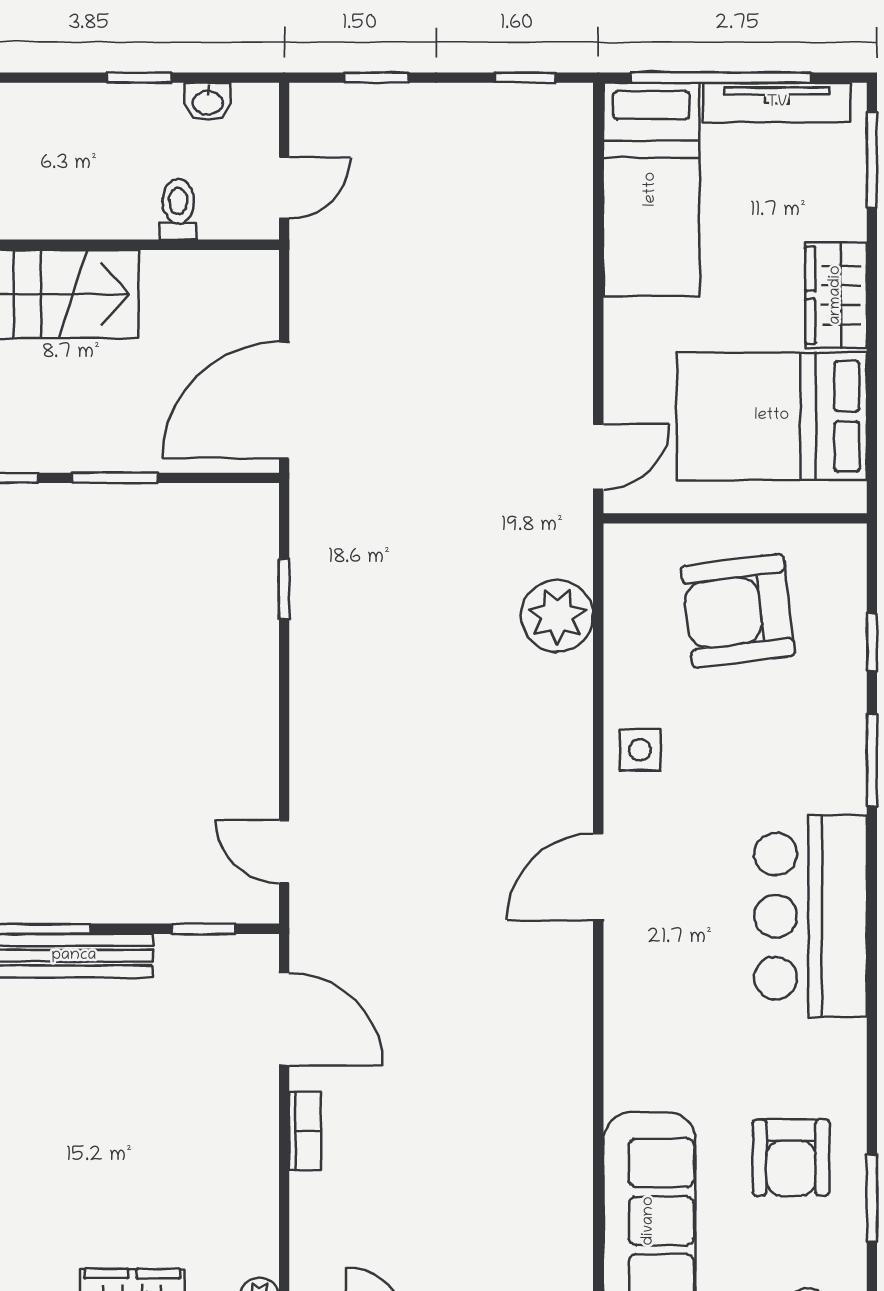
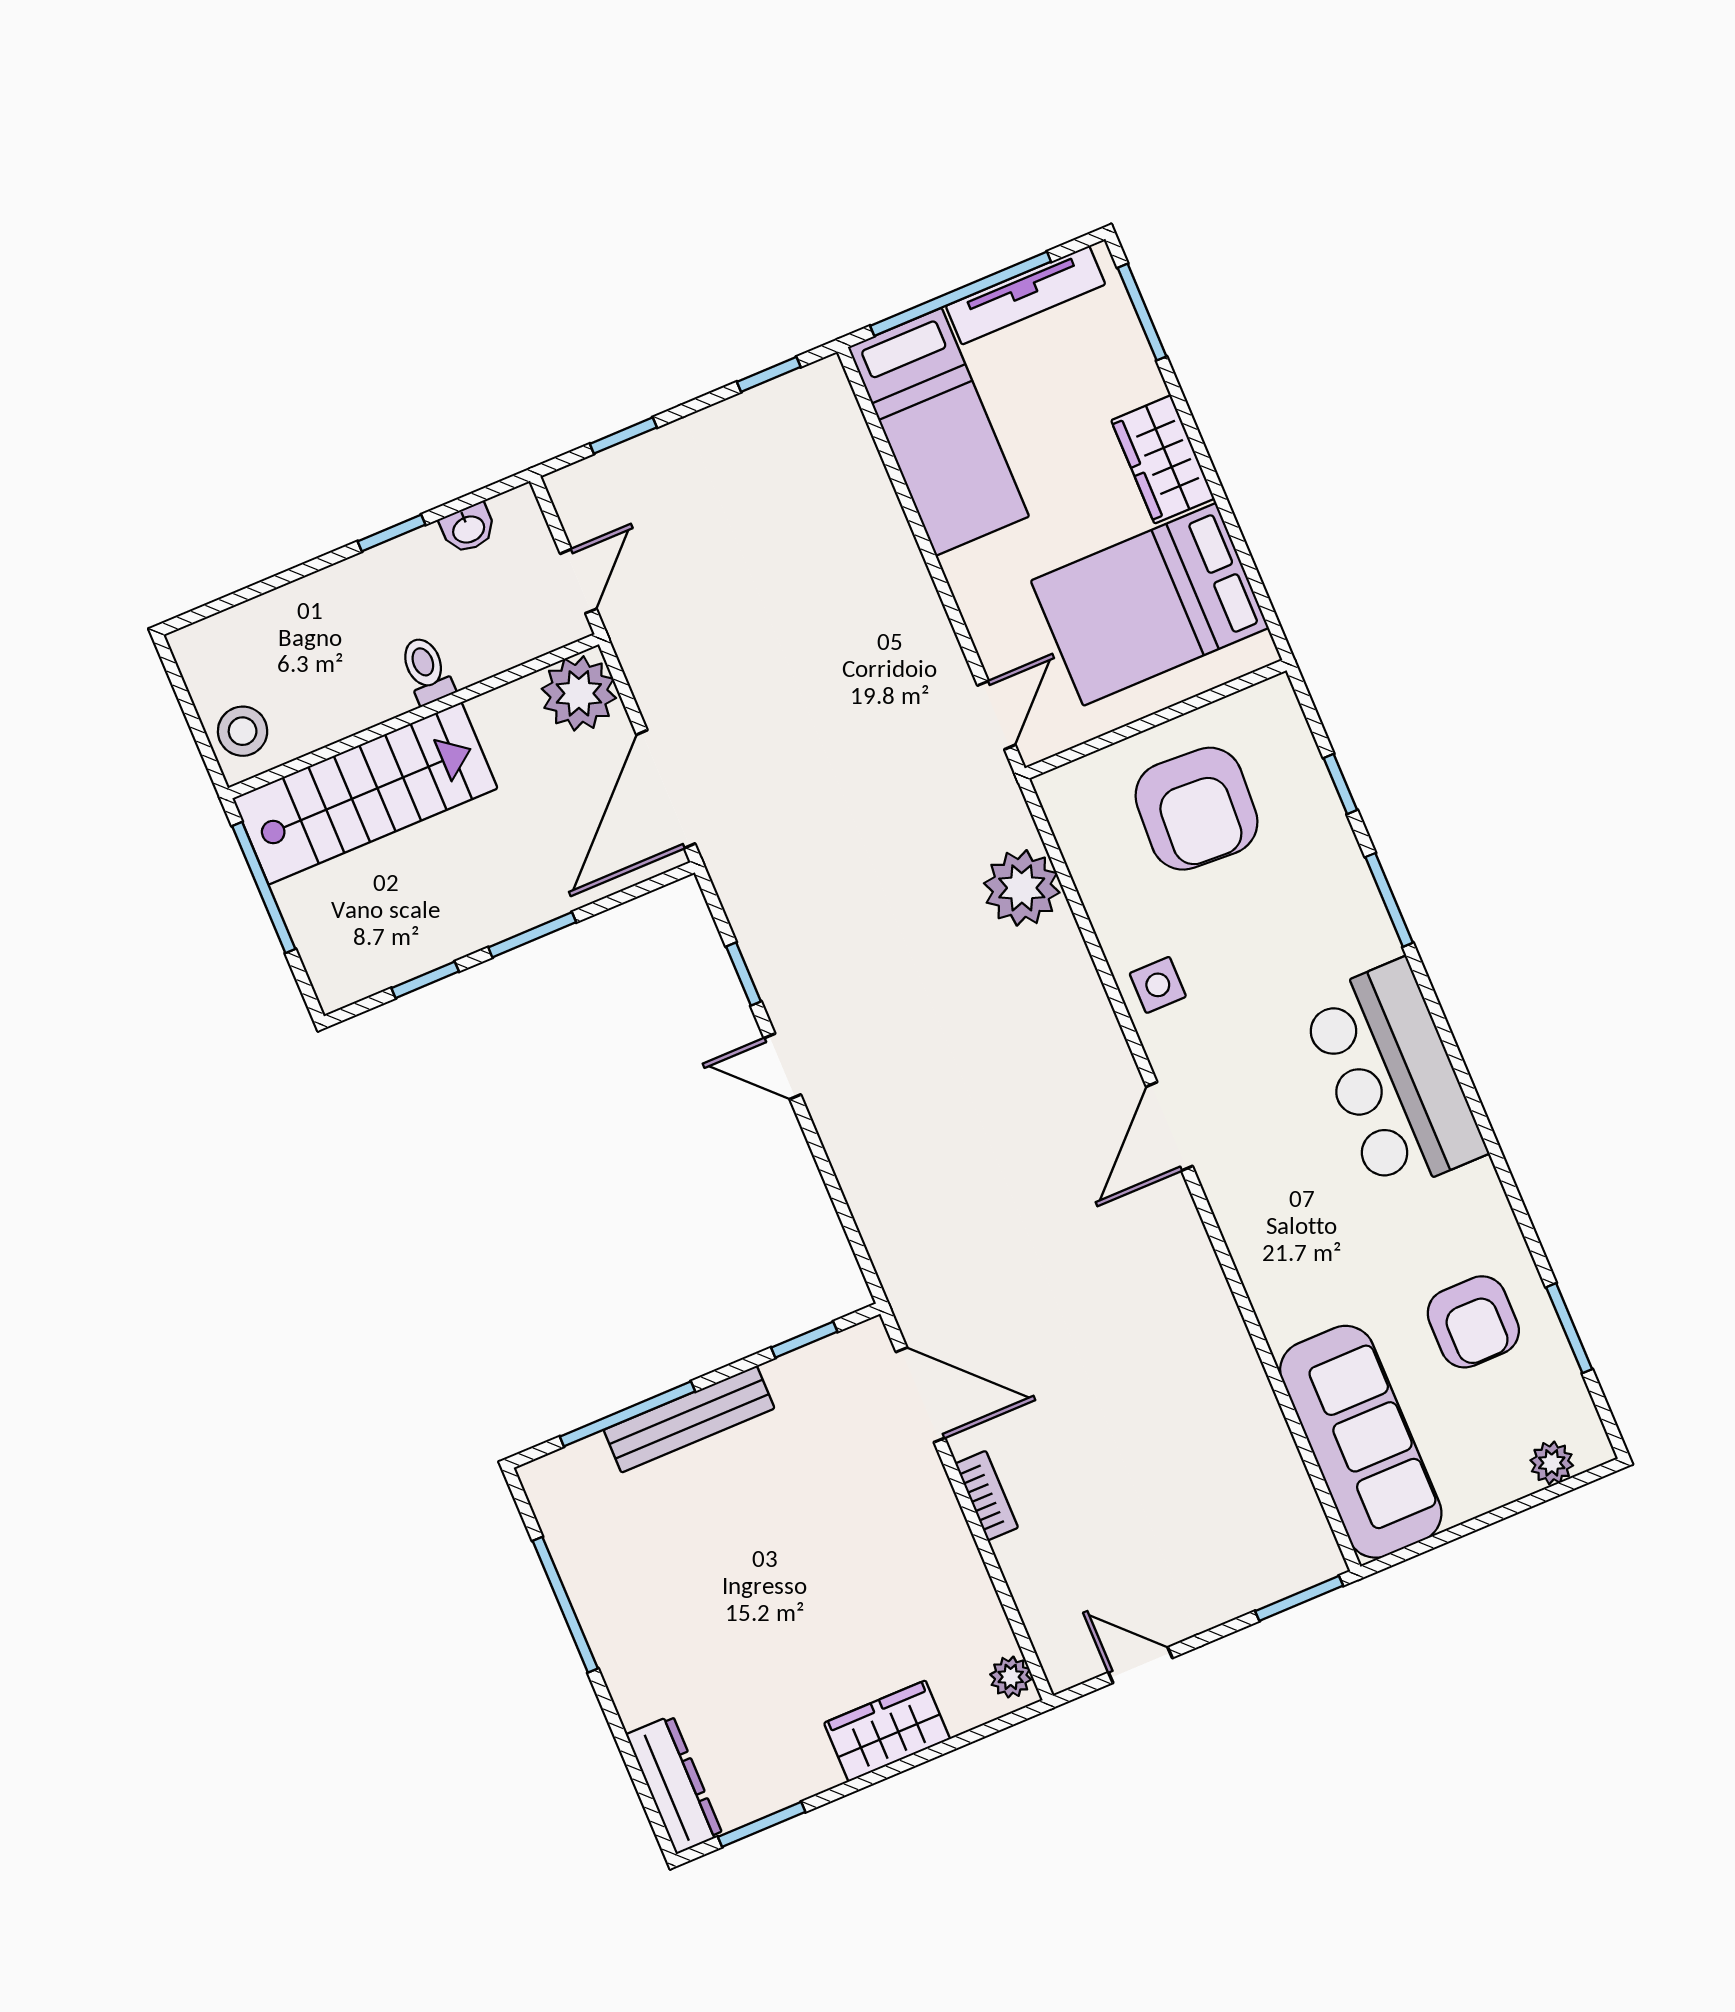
toilet: (178, 209) -> (426, 670), moved
plant: (244, 285) -> (579, 693), added
armchair: (738, 611) -> (1196, 809), turned -80
door: (284, 852) -> (782, 1066), moved

